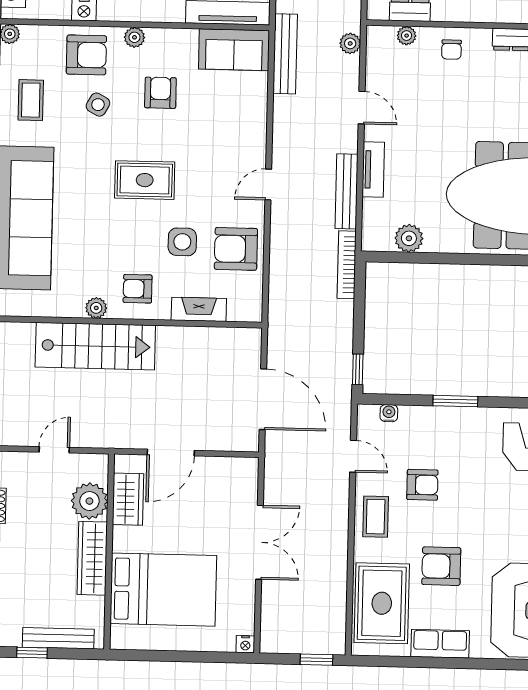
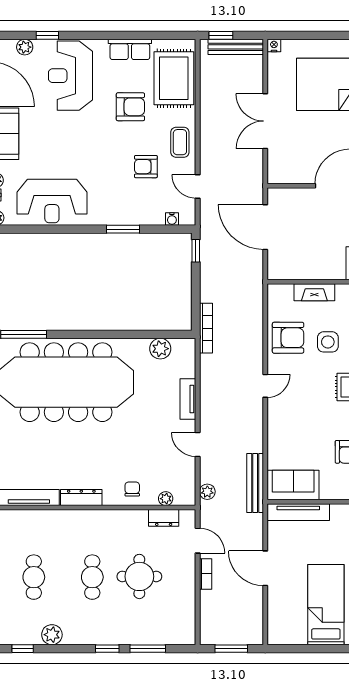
bench: (347, 191) -> (236, 47), moved, turned 90

